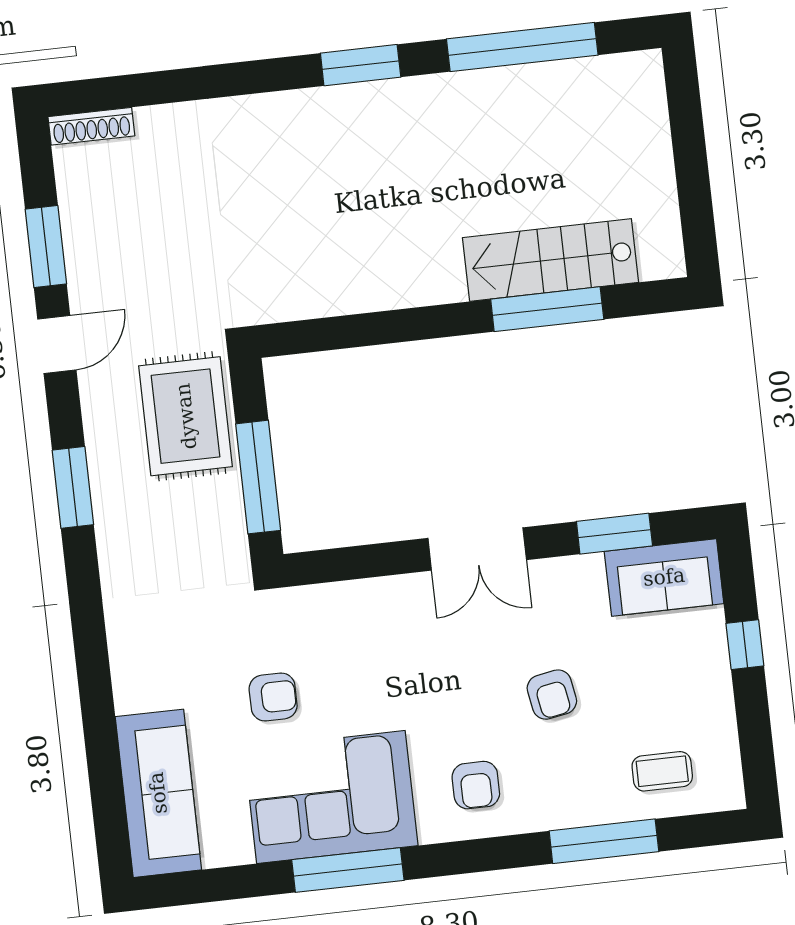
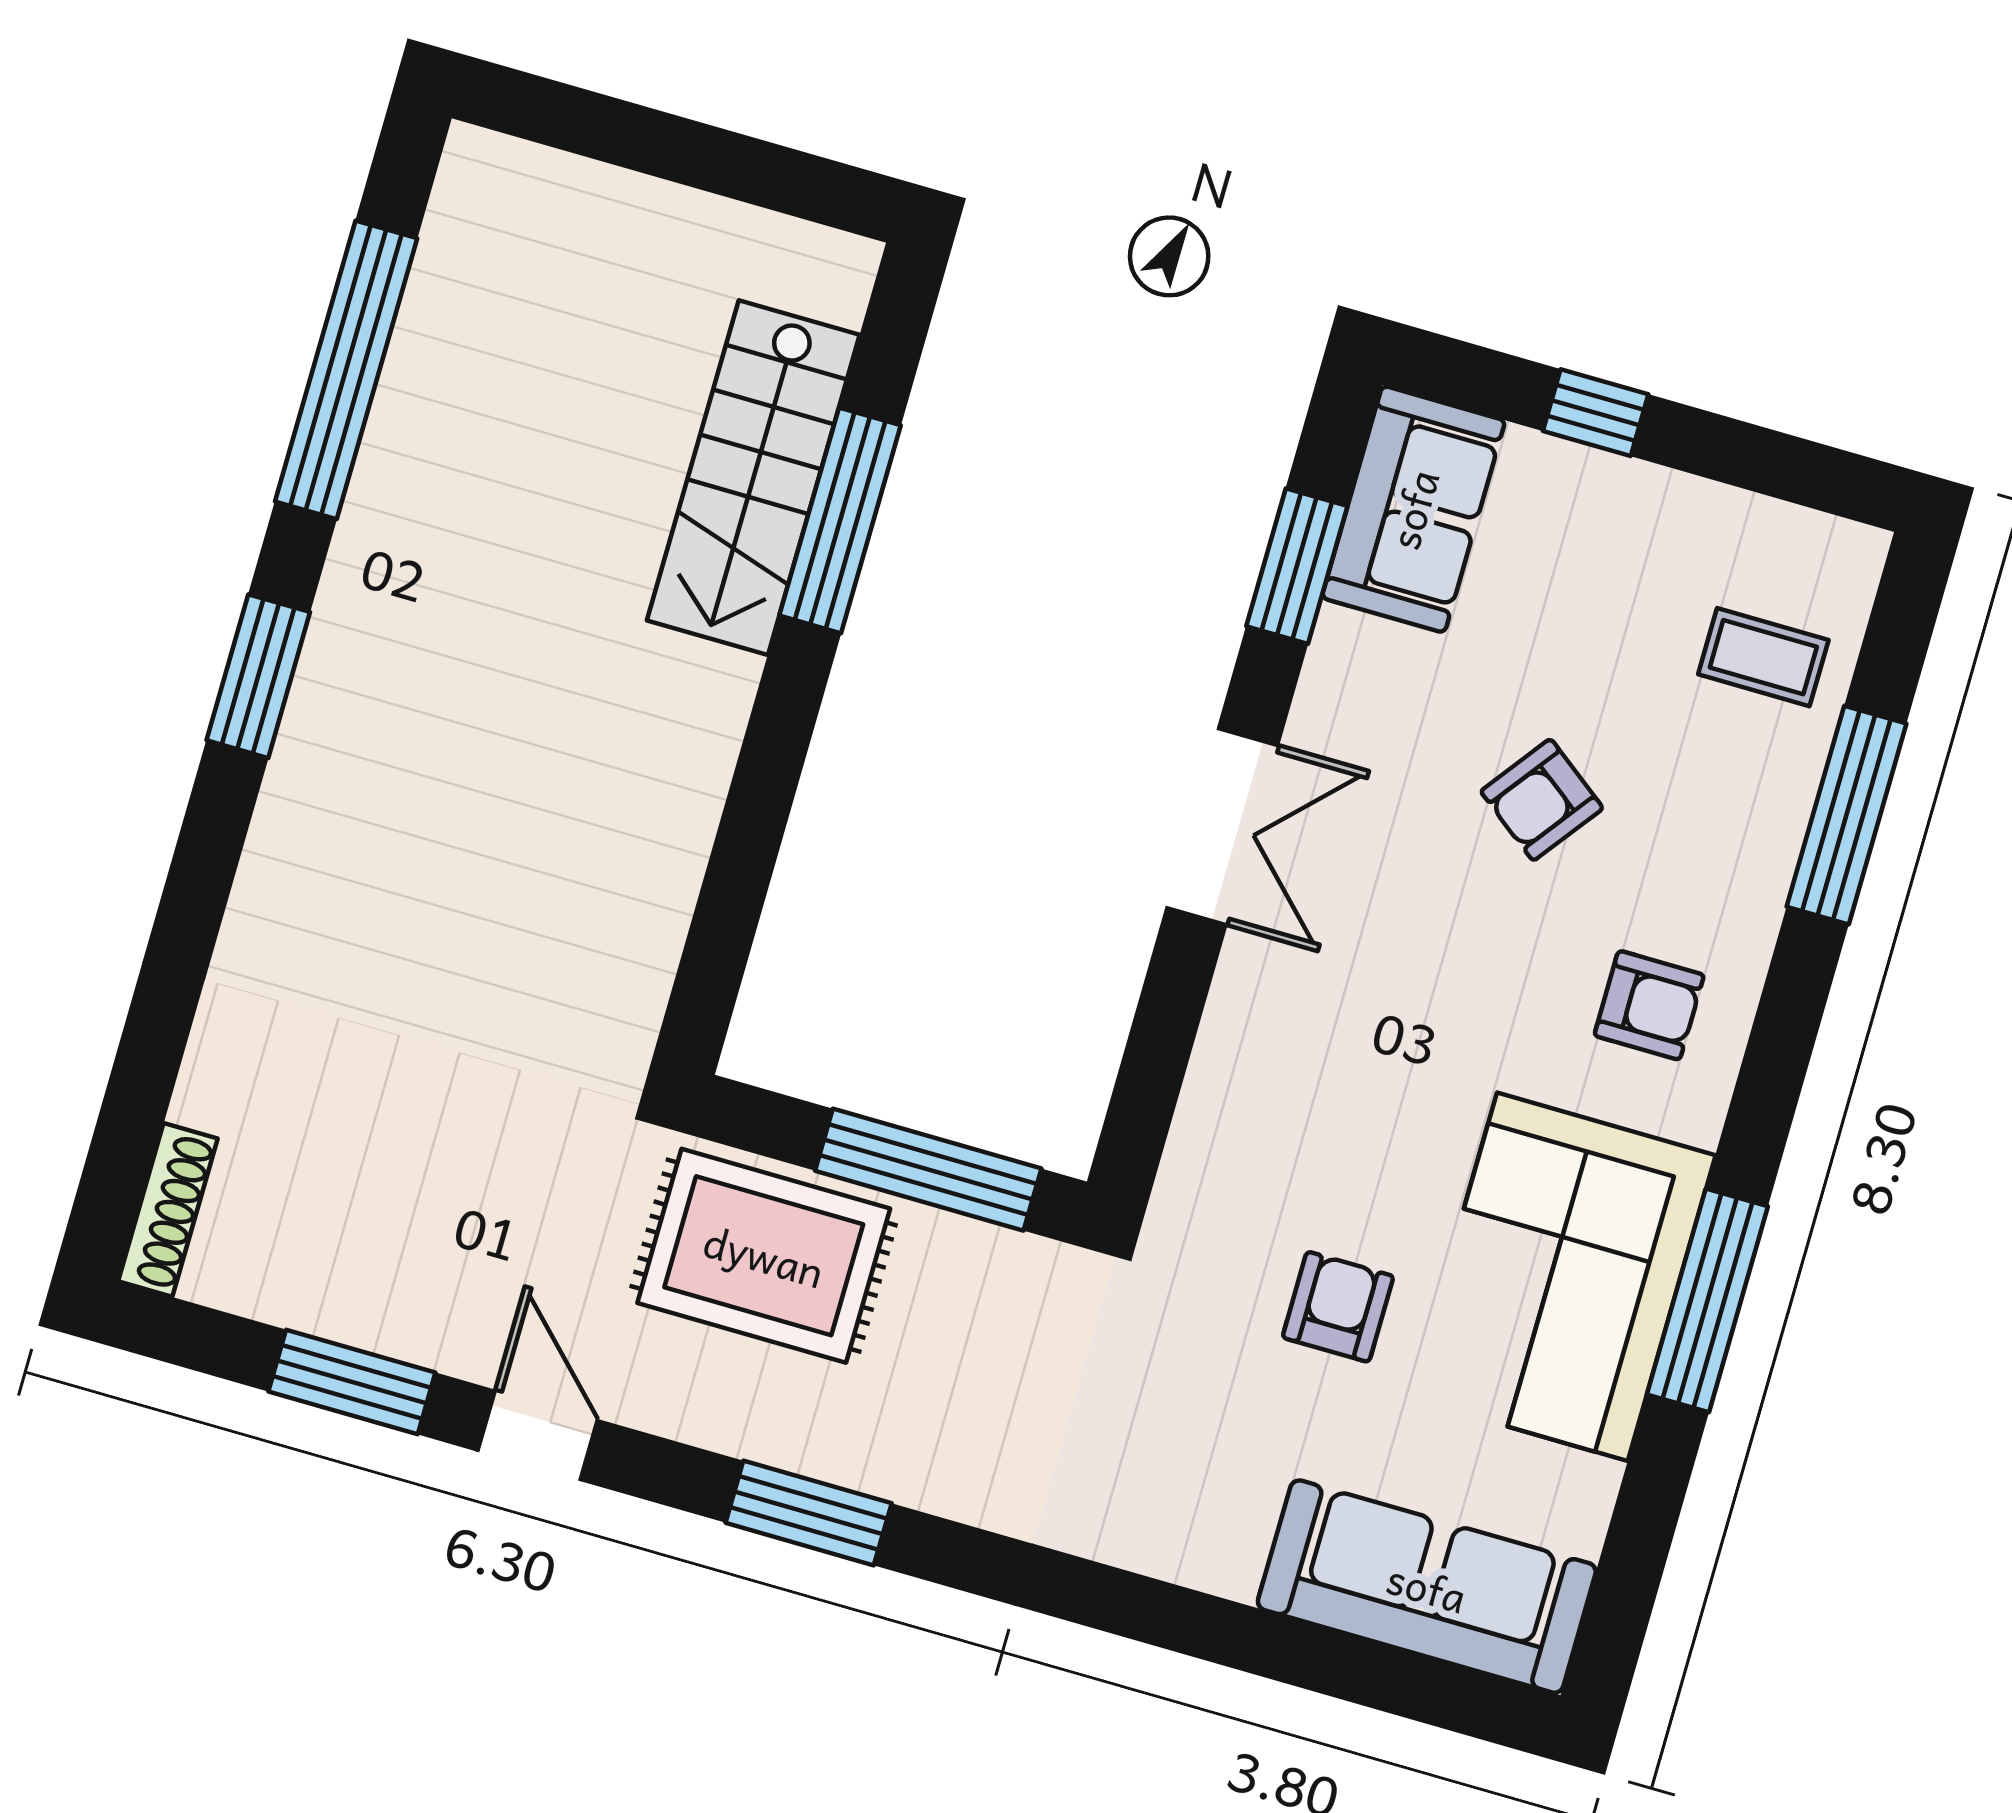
armchair: (552, 695) -> (1542, 800), turned 137
coffee table: (662, 771) -> (1763, 657), turned 90

